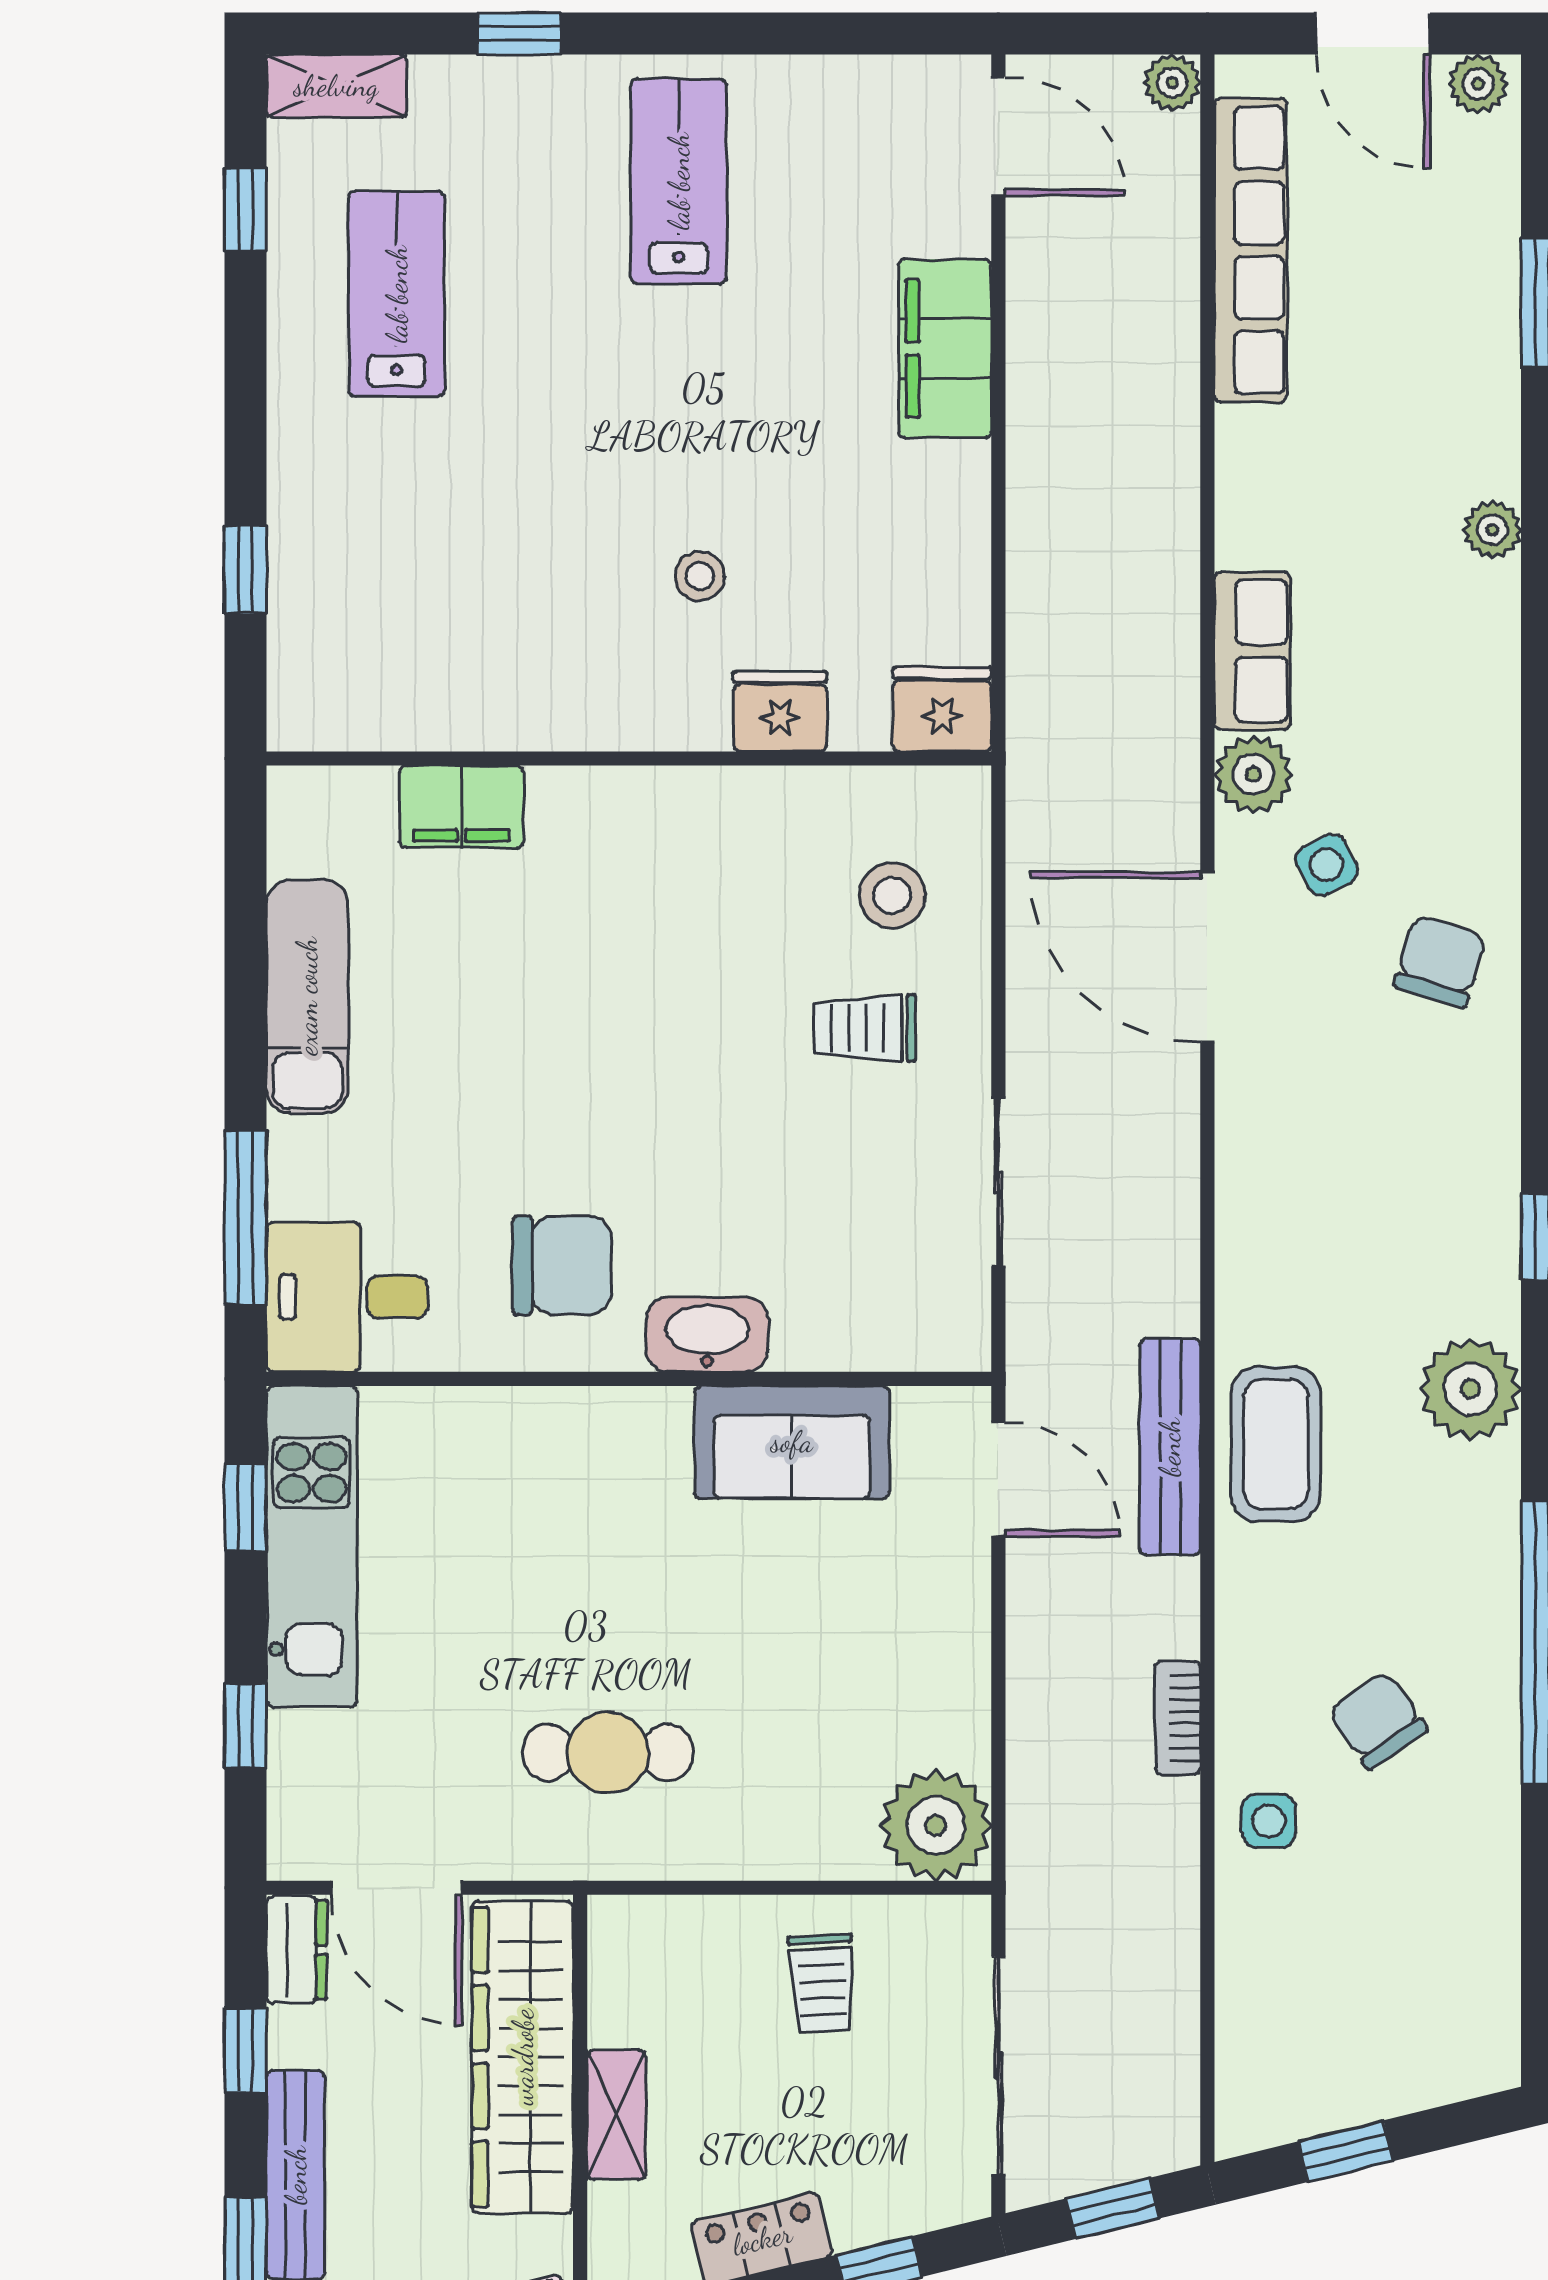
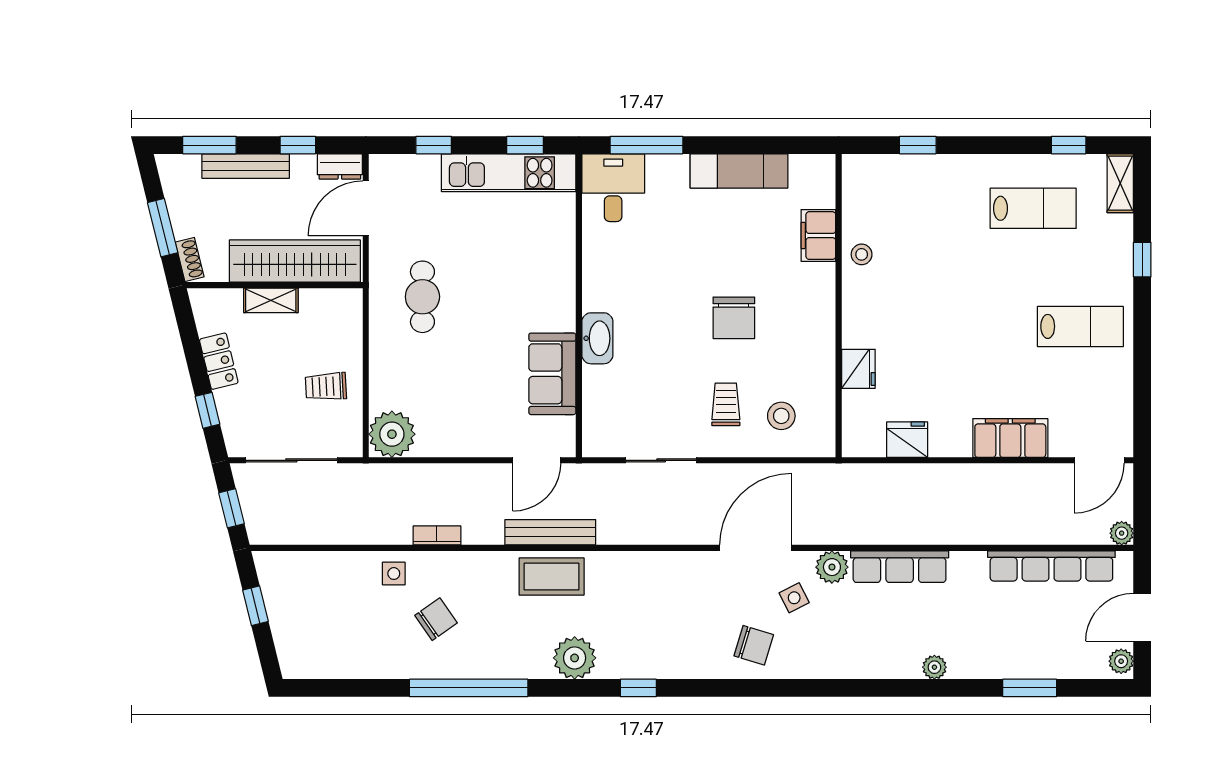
stool: (700, 576) -> (862, 254), moved
row of seats: (1252, 651) -> (900, 567), width x1.48
fridge: (942, 709) -> (907, 440), moved, turned -90
chair: (562, 1265) -> (734, 318), moved

